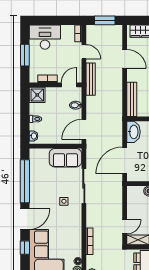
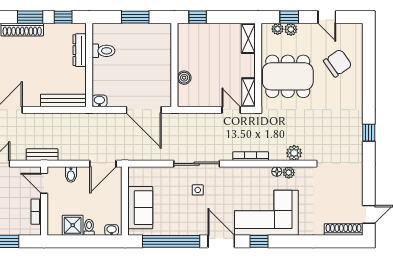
bench: (91, 79) -> (42, 155), width x0.73
shower: (37, 95) -> (73, 225), moved
door: (84, 129) -> (103, 164), hinge flipped
washbasin: (133, 132) -> (99, 101), width x0.52, depth x0.69
sofa: (65, 158) -> (140, 208), moved
sliding door: (84, 186) -> (197, 164), moved

